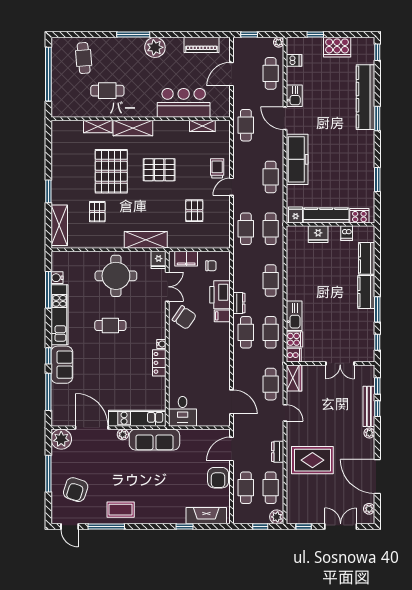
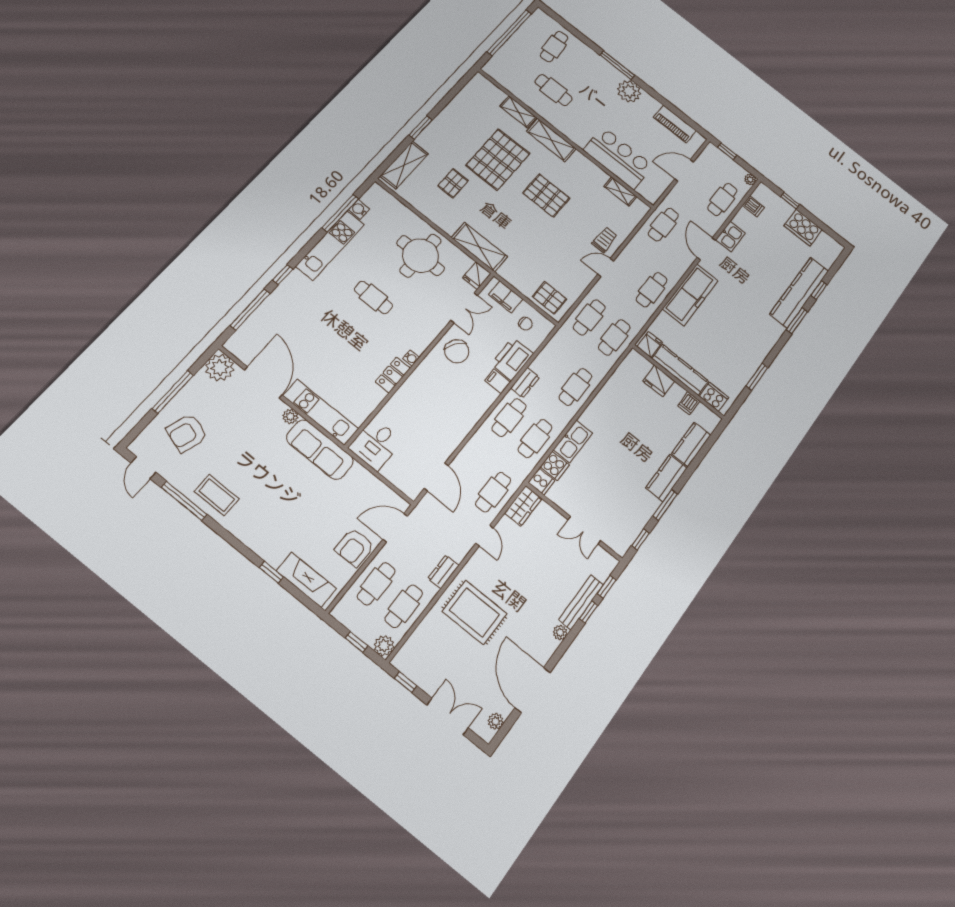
window: (377, 52) -> (819, 290), moved
pallet: (194, 211) -> (550, 298), moved, turned 90
sofa: (62, 365) -> (289, 294), removed

